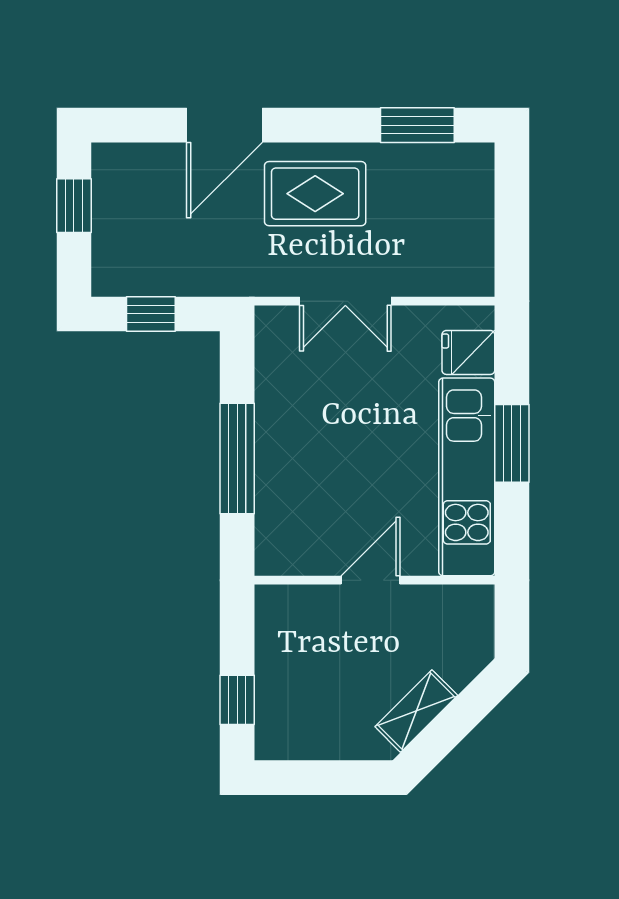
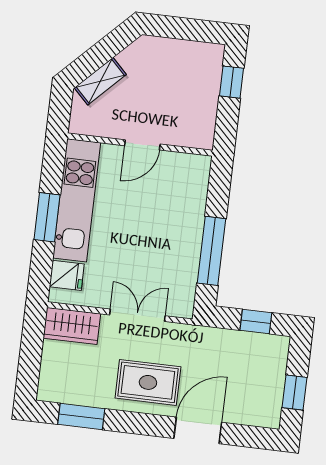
wardrobe: (450, 271) -> (72, 326), added
window: (237, 458) -> (211, 251), moved
shelving: (416, 711) -> (100, 81), moved

